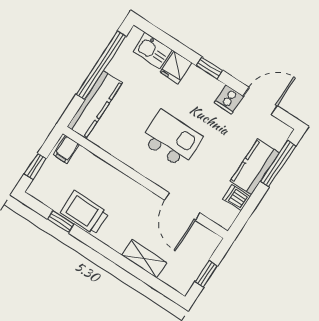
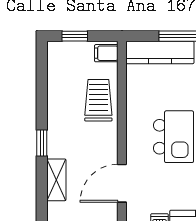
trolley: (84, 213) -> (98, 100), moved
window: (61, 222) -> (42, 143), moved

